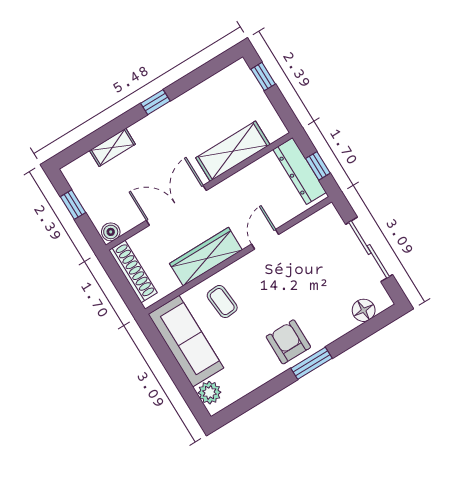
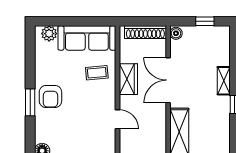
shelving: (112, 147) -> (224, 81), moved
double door: (176, 205) -> (168, 80), swing flipped
wardrobe: (206, 257) -> (128, 79), width x0.67
armchair: (288, 342) -> (50, 97), turned 90

